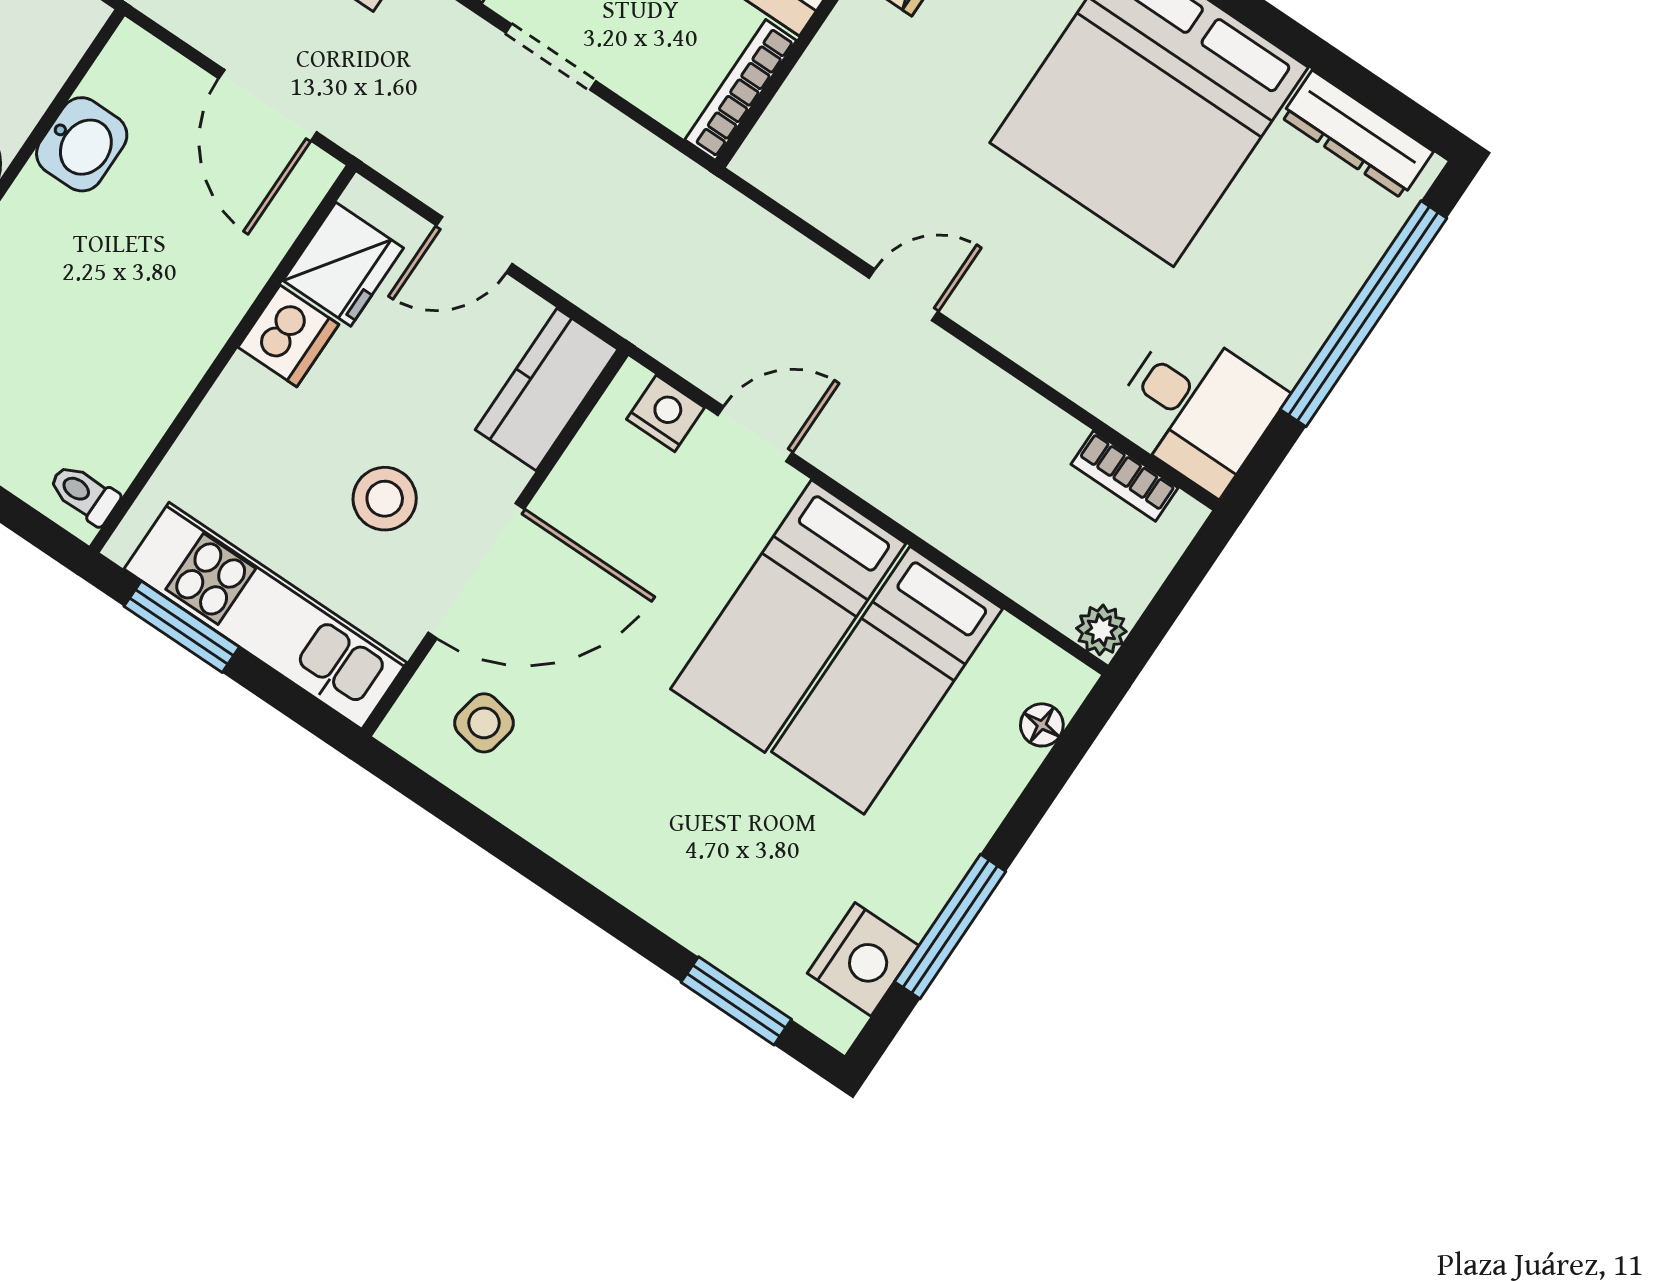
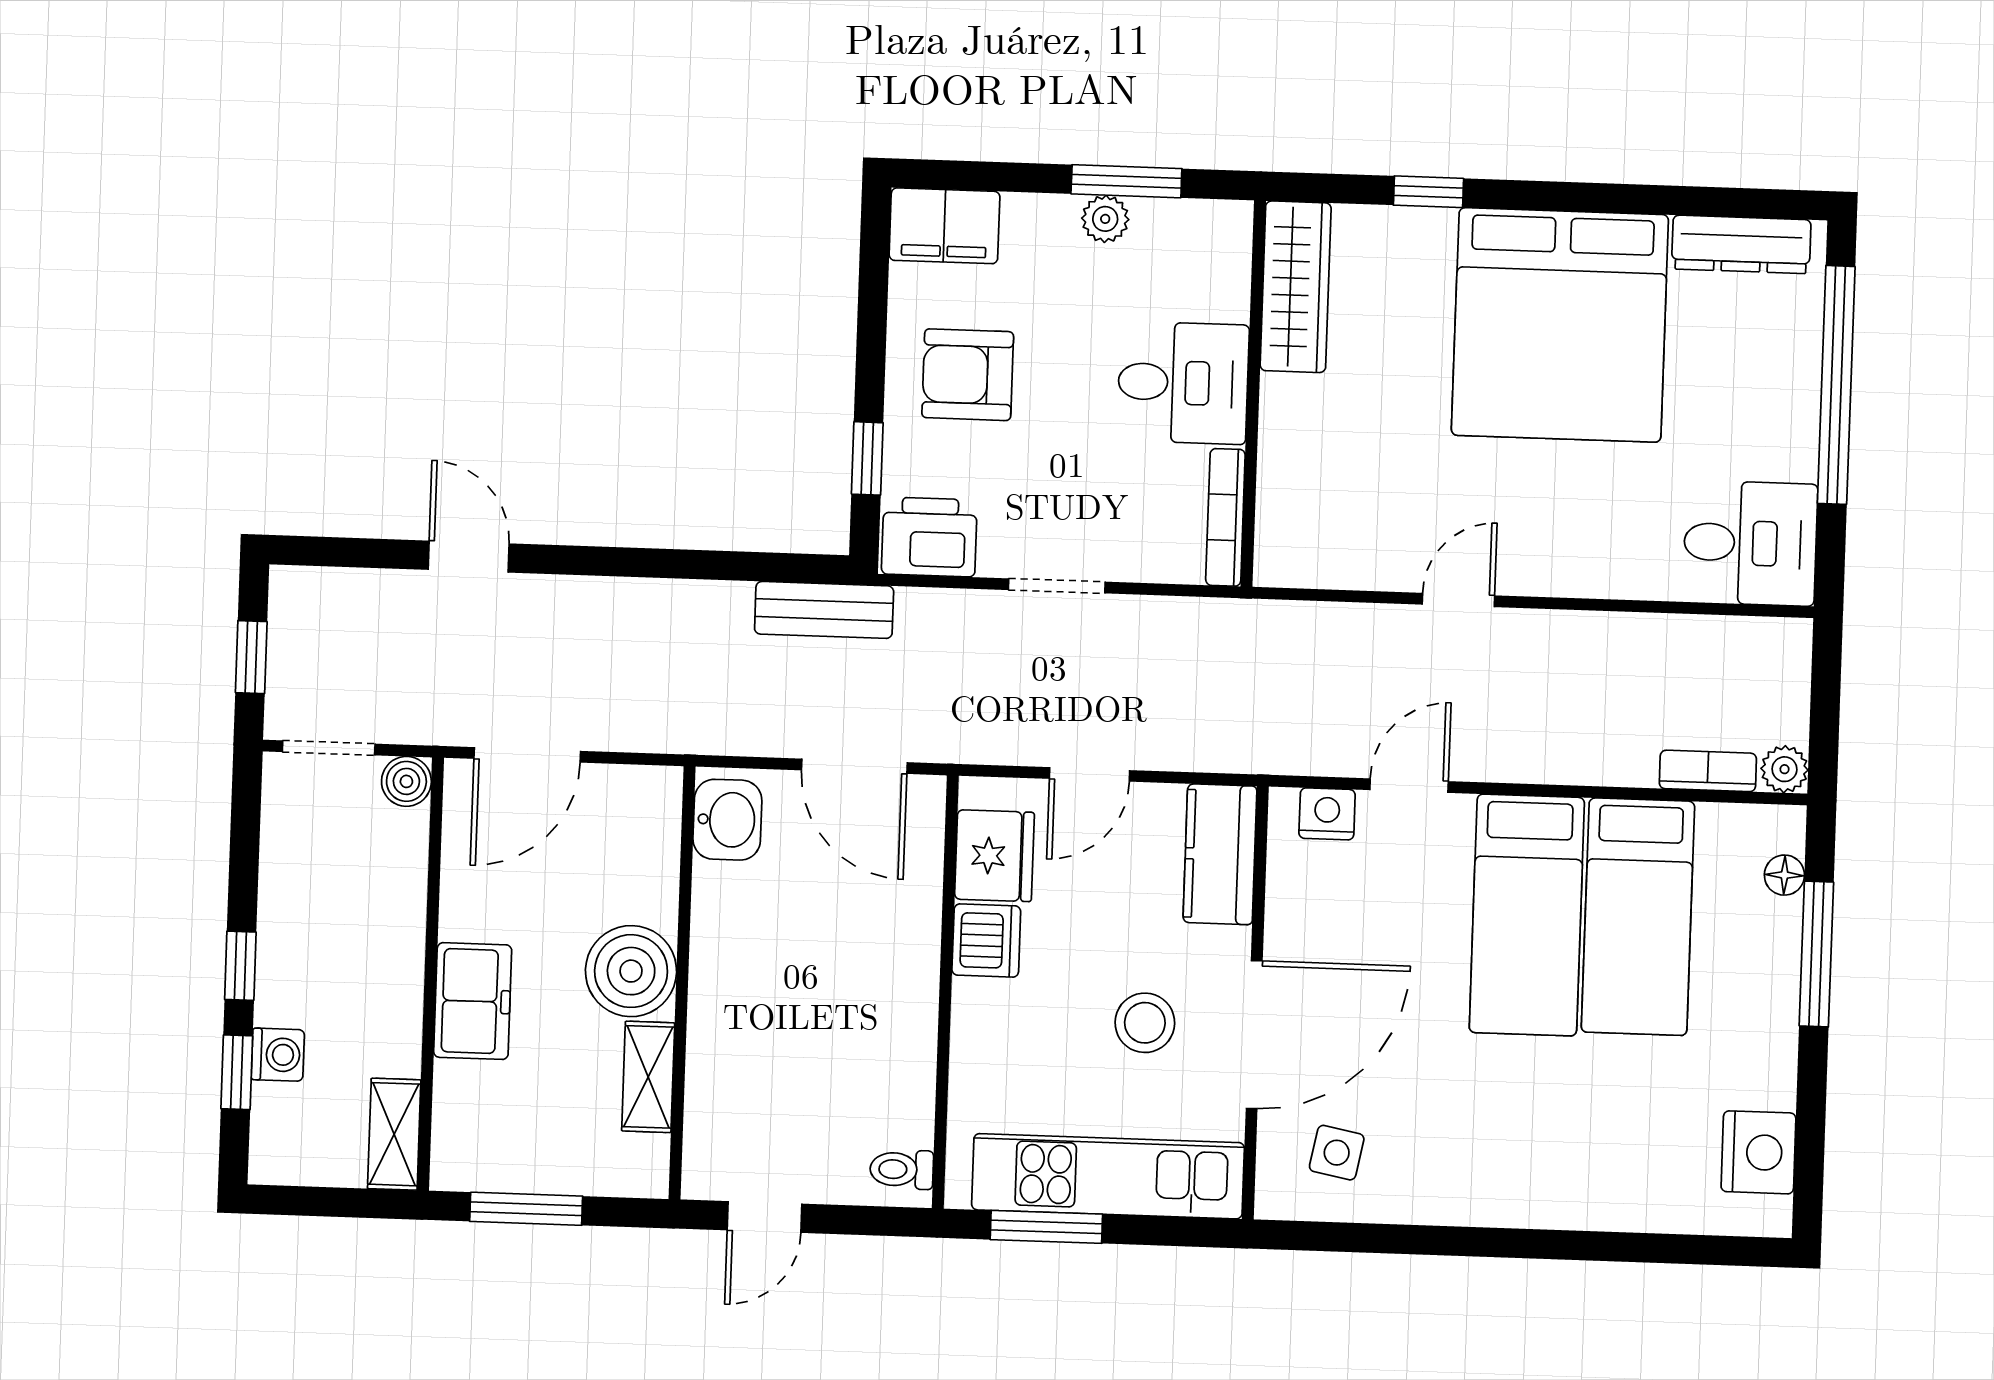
washbasin: (82, 144) -> (727, 820), moved
bookcase: (1124, 476) -> (1708, 771), moved, turned 180
window: (950, 927) -> (1816, 954), moved
window: (736, 1001) -> (1678, 1249), removed

